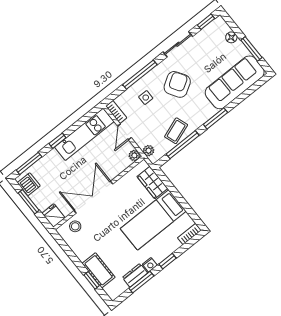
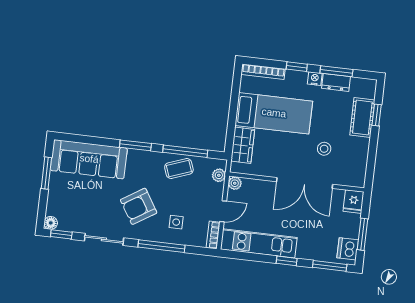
floor lamp: (231, 37) -> (51, 223), moved
stool: (75, 226) -> (324, 149), moved
bookcase: (189, 234) -> (263, 72), width x1.56

